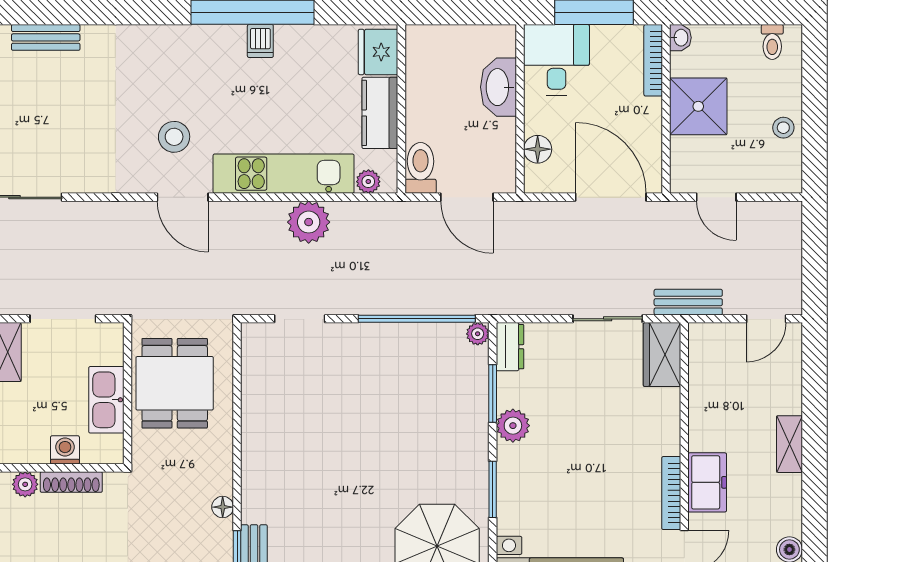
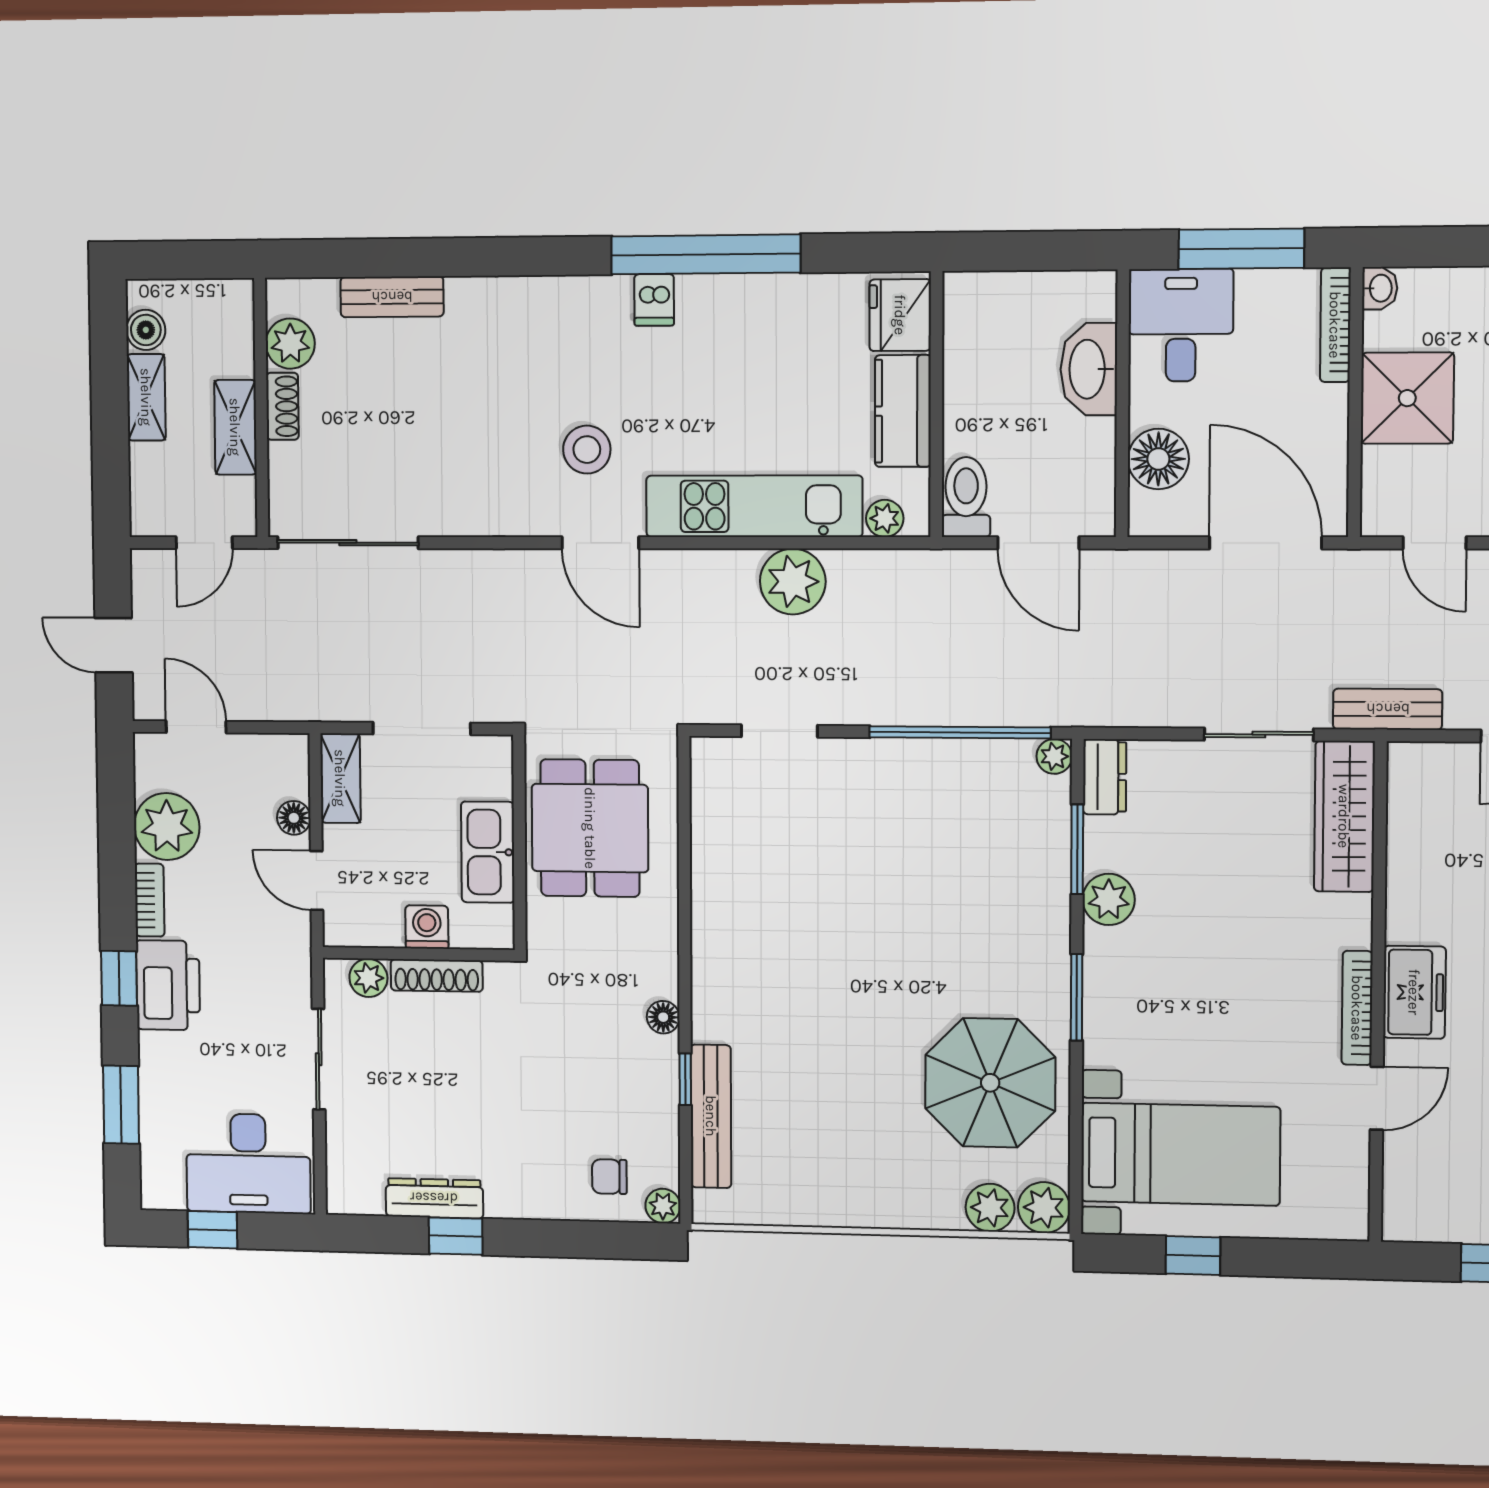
dishwasher: (260, 41) -> (654, 300), moved
floor lamp: (538, 149) -> (1158, 459), width x1.38, depth x1.38
wardrobe: (662, 355) -> (1344, 816), width x1.50

